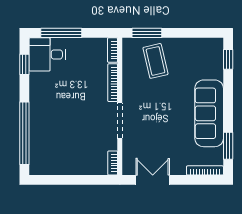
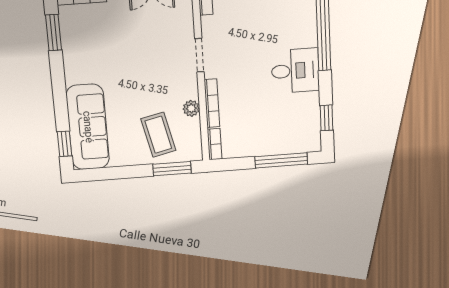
desk: (47, 54) -> (295, 71), moved
plant: (129, 80) -> (191, 108), added
sofa: (209, 113) -> (88, 127), moved
doorway: (120, 121) -> (199, 55), width x0.73

